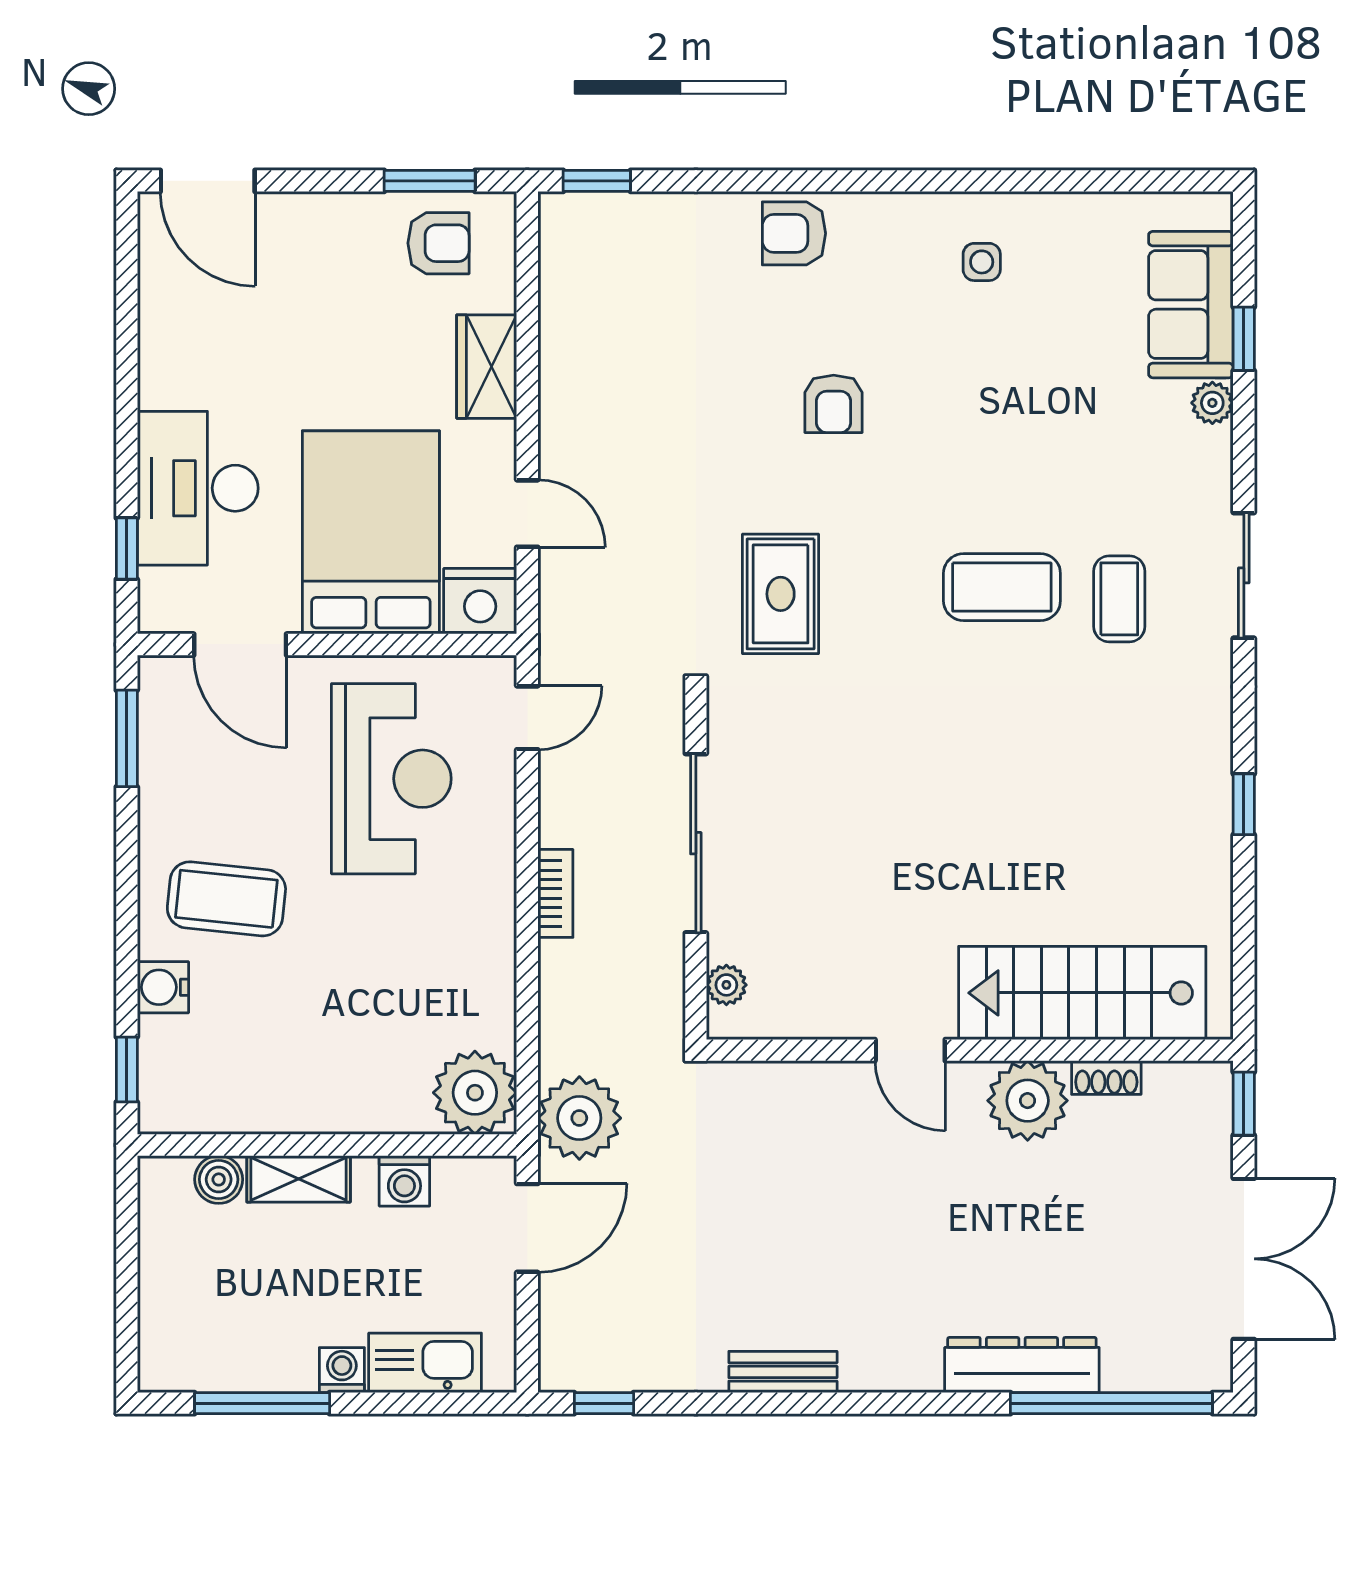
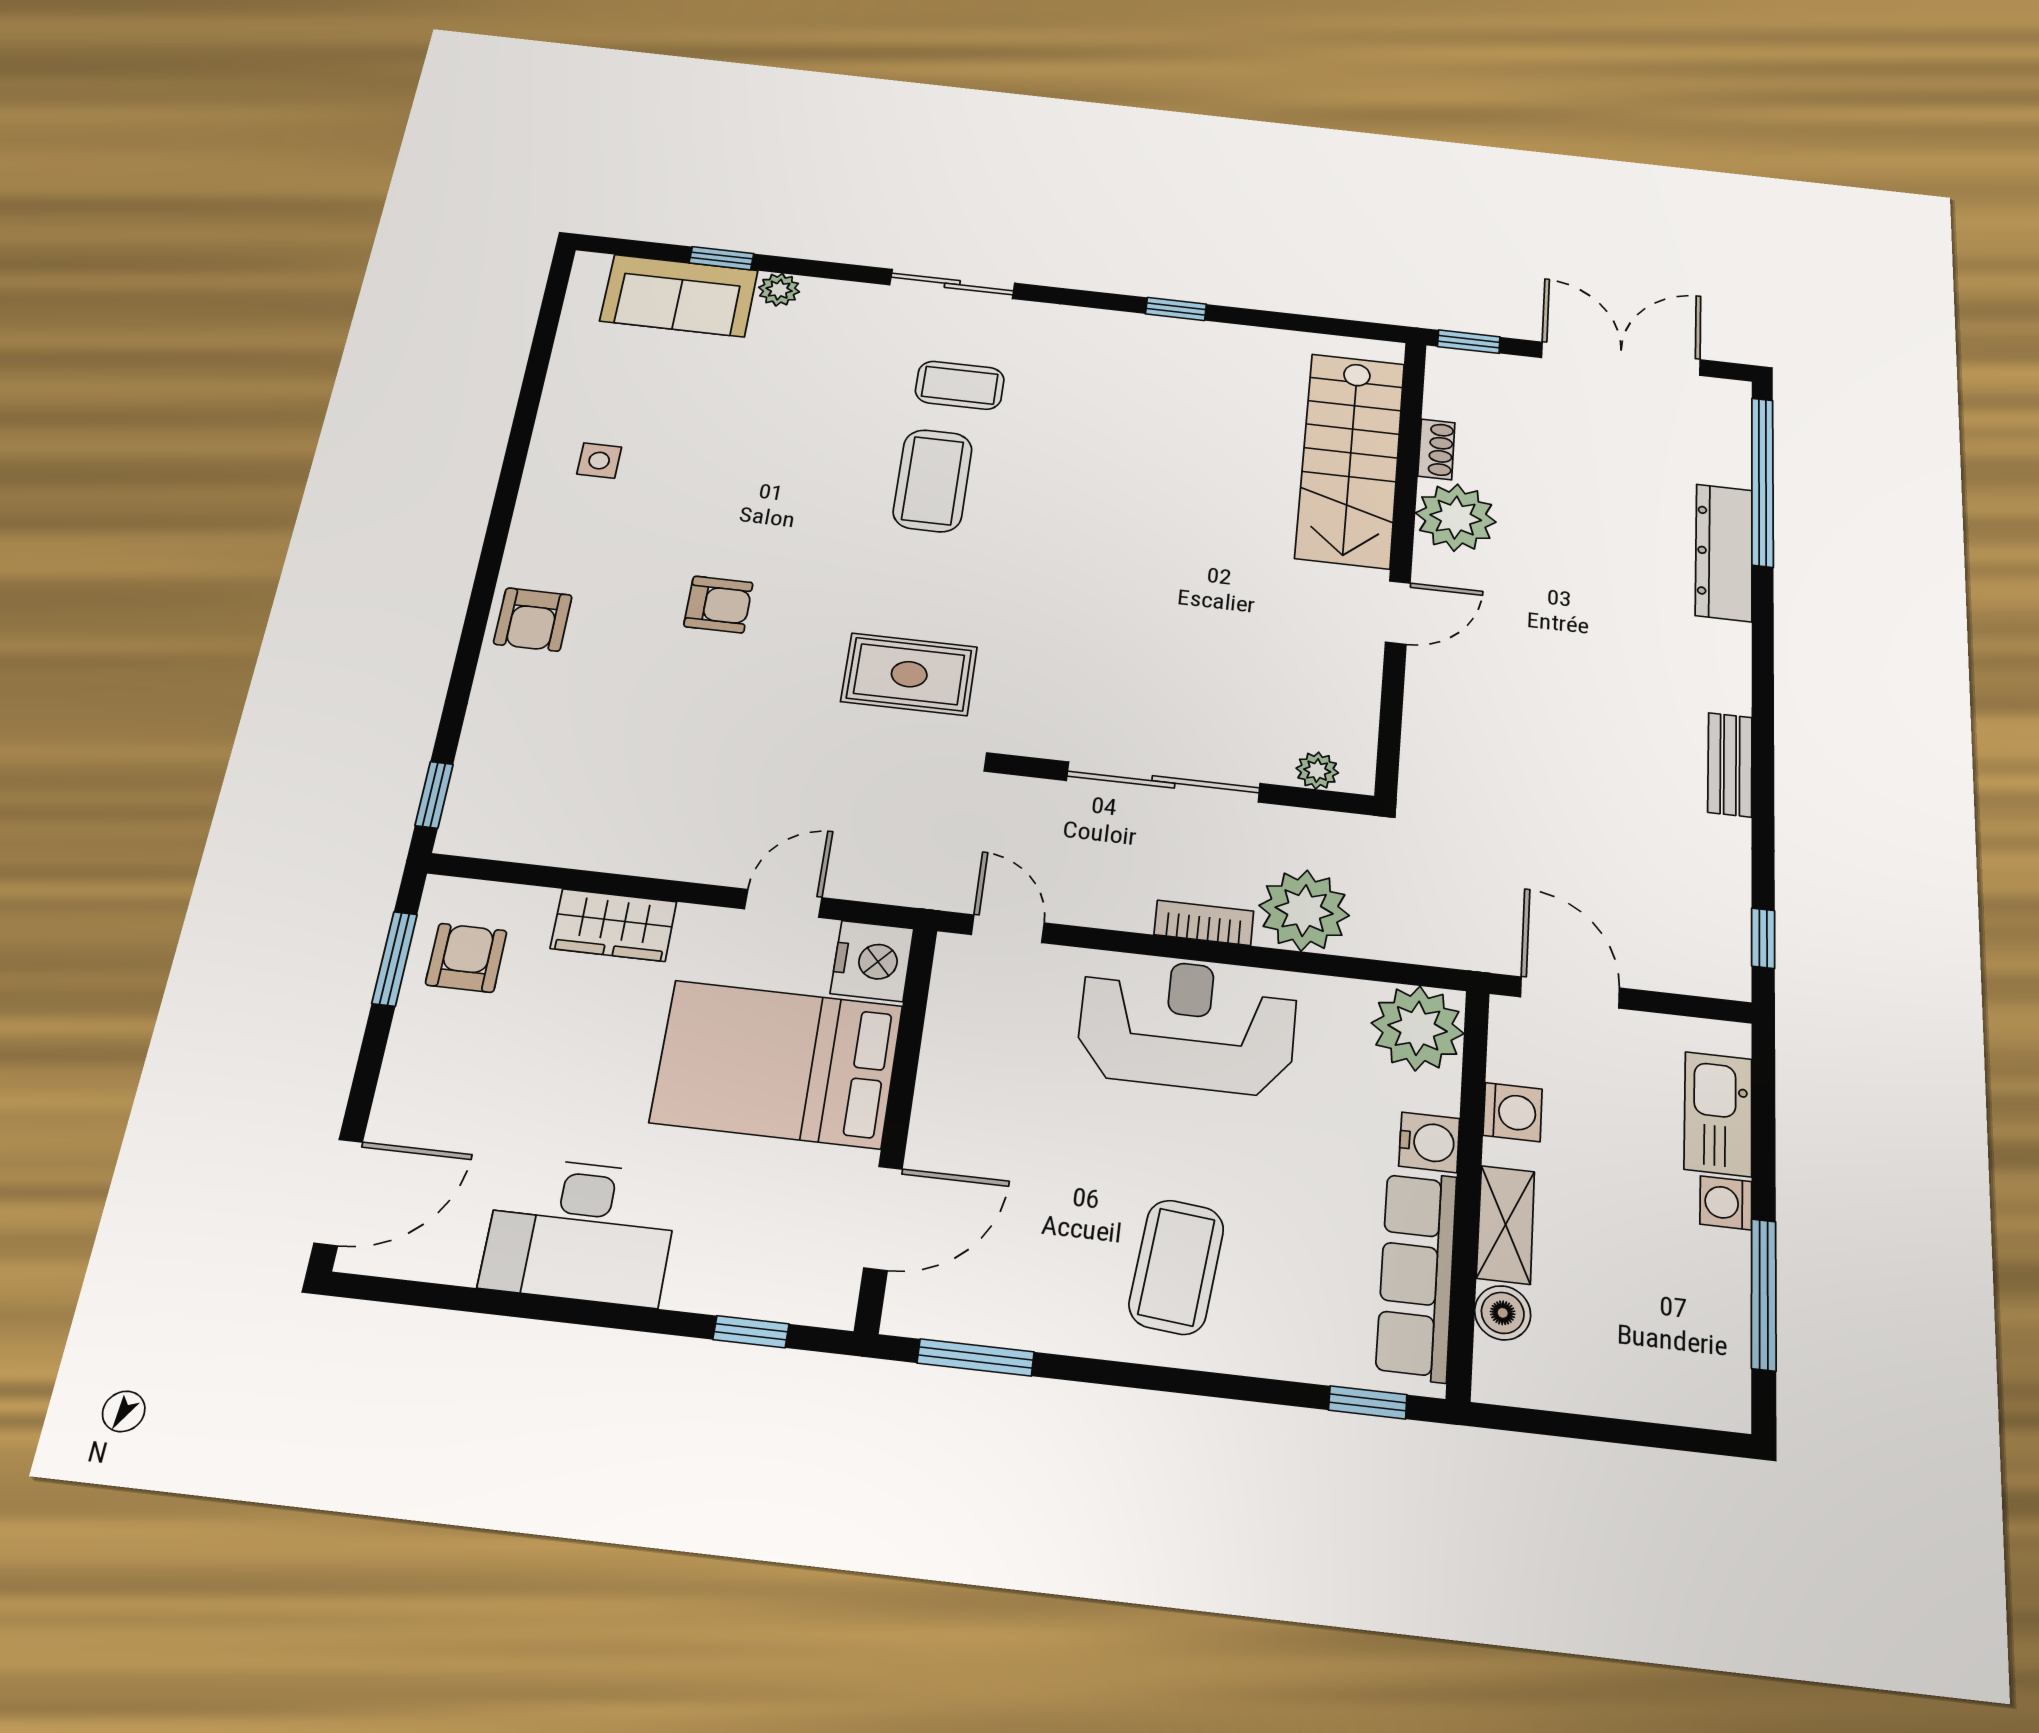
desk: (198, 488) -> (581, 1231), moved
reception desk: (391, 779) -> (1187, 1025), moved
water cooler: (163, 987) -> (1429, 1142), moved, turned -90
row of seats: (244, 1104) -> (1417, 1275), added
plant: (579, 1118) -> (1304, 911), moved

